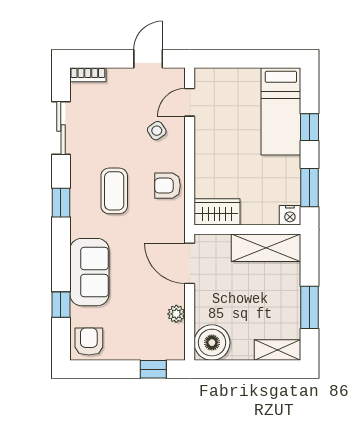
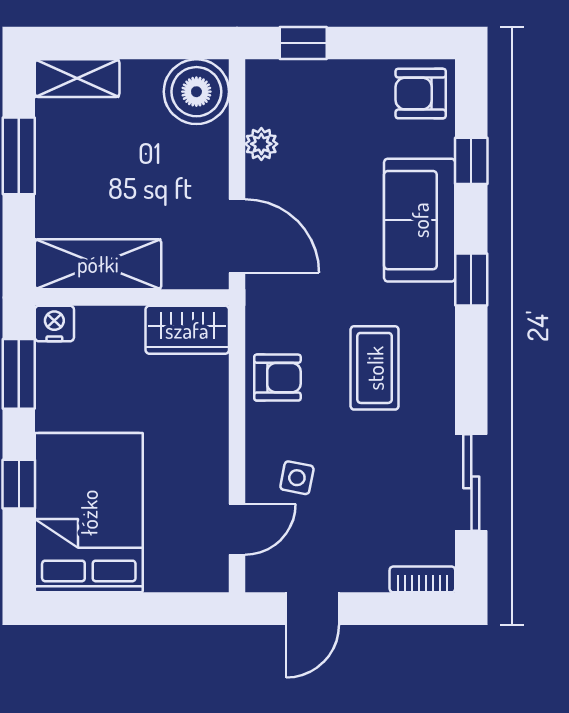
bed: (281, 111) -> (89, 513), width x1.50
side table: (157, 131) -> (297, 478), turned 45
window: (61, 203) -> (471, 279), moved
armchair: (89, 342) -> (421, 94), turned 90

